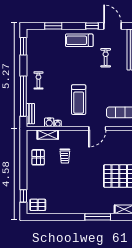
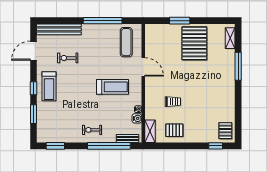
window: (92, 26) -> (33, 88), moved
shelving: (48, 135) -> (150, 131), moved

